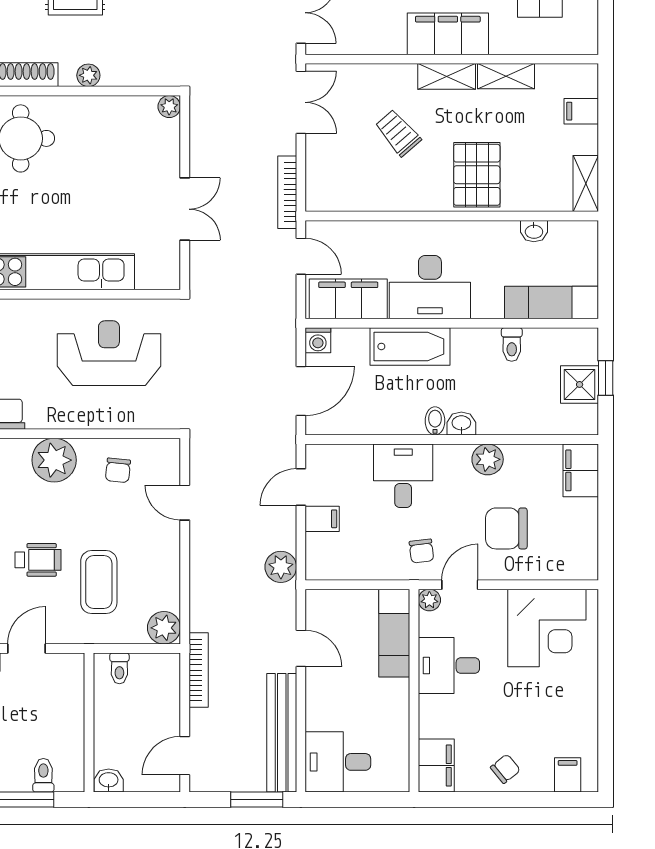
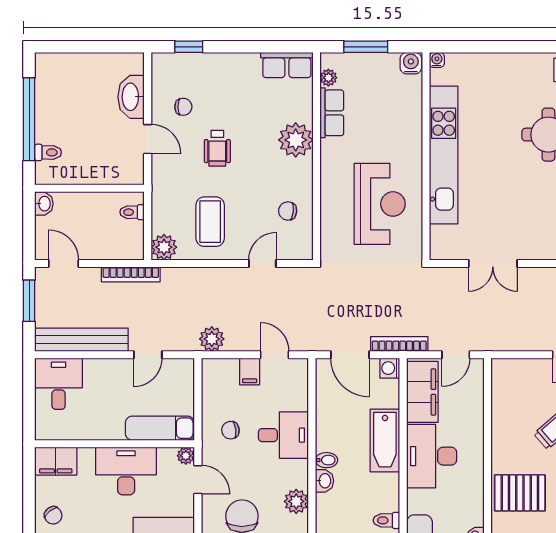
bookcase: (287, 192) -> (399, 344), moved
plant: (54, 460) -> (296, 140), moved
chair: (421, 551) -> (230, 430), moved
coffee table: (99, 582) -> (210, 222), moved, turned 90
desk: (449, 666) -> (126, 471), width x1.37
window: (257, 800) -> (29, 301), moved

